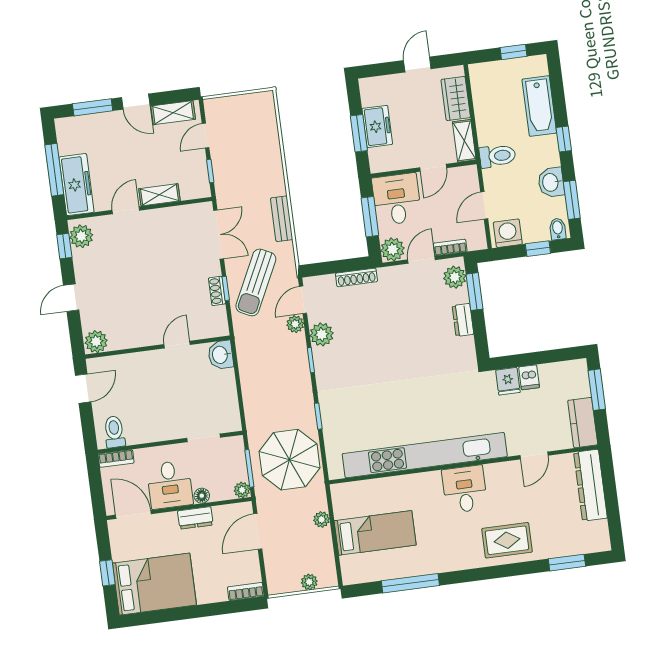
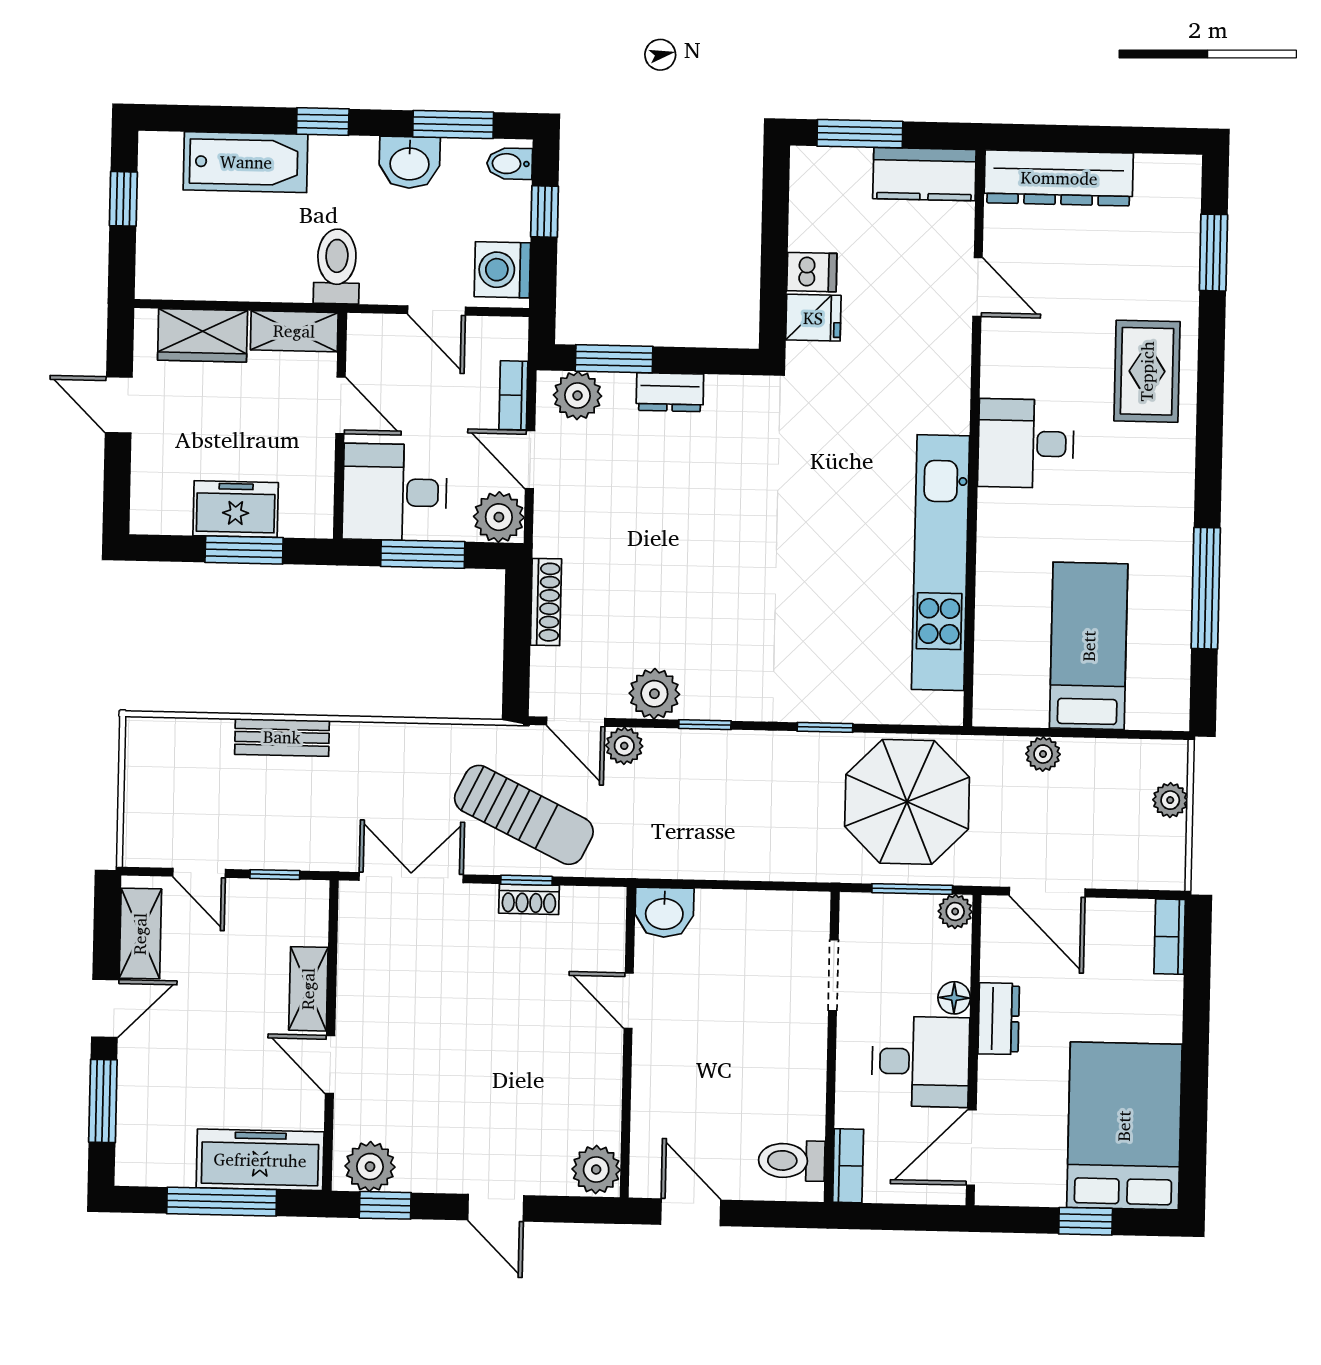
bench: (282, 219) -> (282, 737), moved
kitchen unit: (425, 455) -> (941, 563), width x0.73

